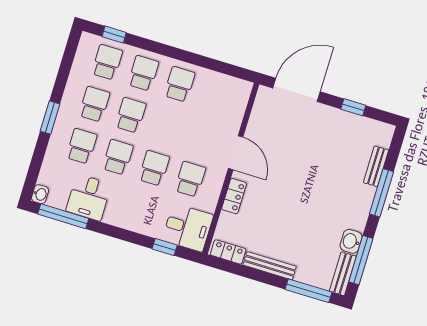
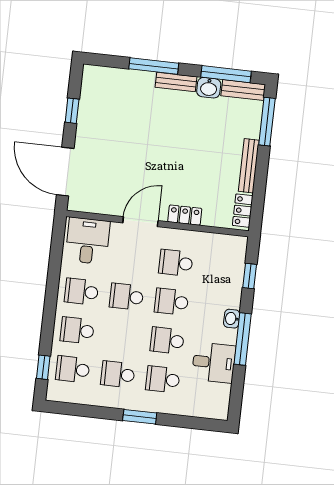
school desk: (131, 115) -> (126, 297), moved
bench: (376, 166) -> (176, 82), moved
washbasin: (40, 194) -> (232, 319), moved, turned -90
window: (63, 216) -> (243, 339), moved
desk: (188, 228) -> (88, 241), moved

